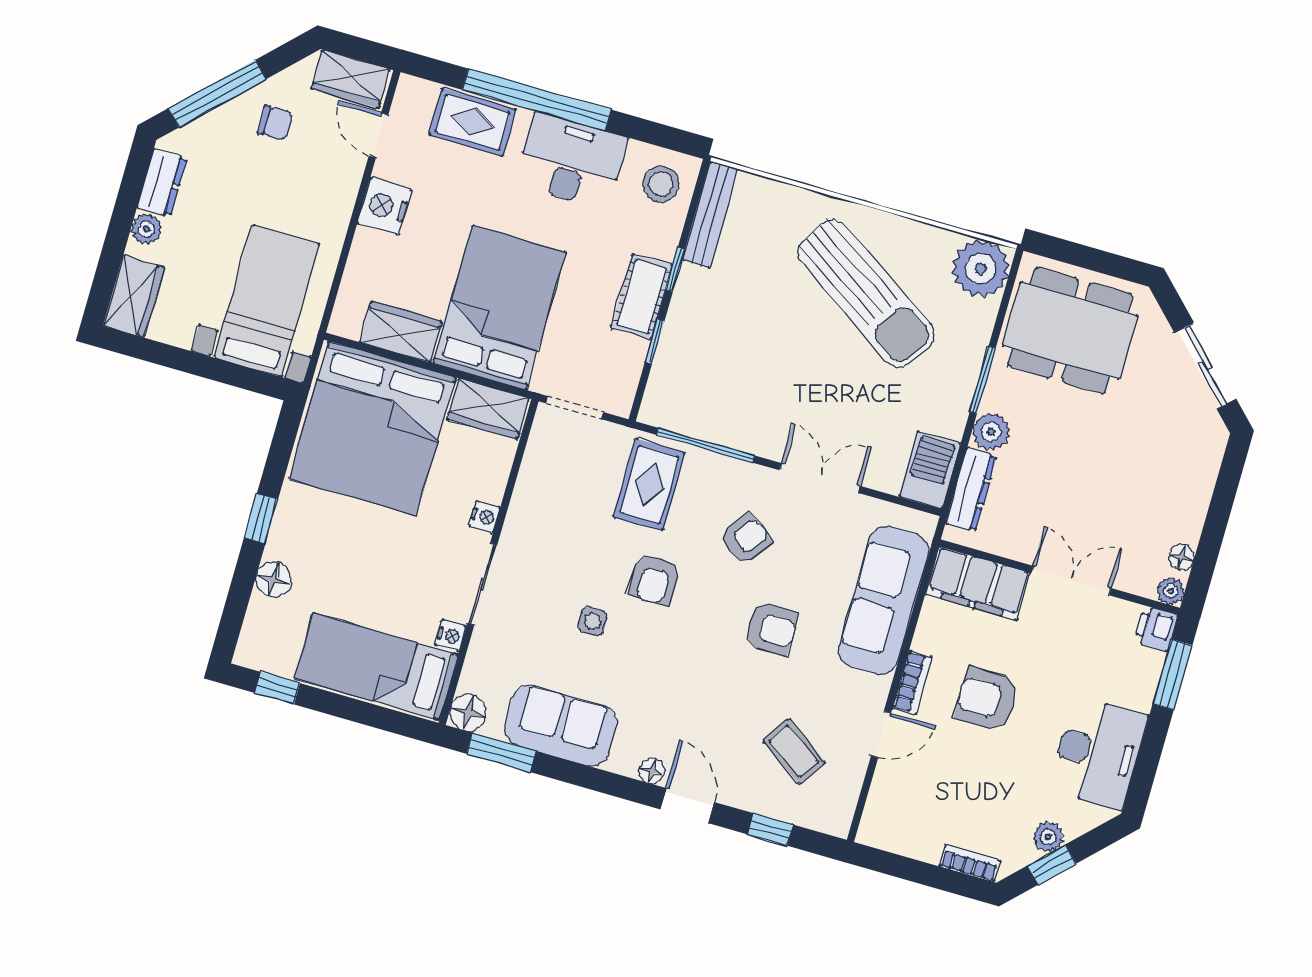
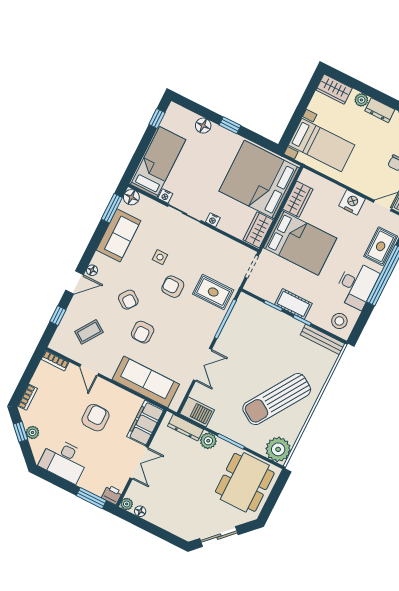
armchair: (746, 539) -> (128, 300), moved
bookcase: (912, 683) -> (55, 361), moved

